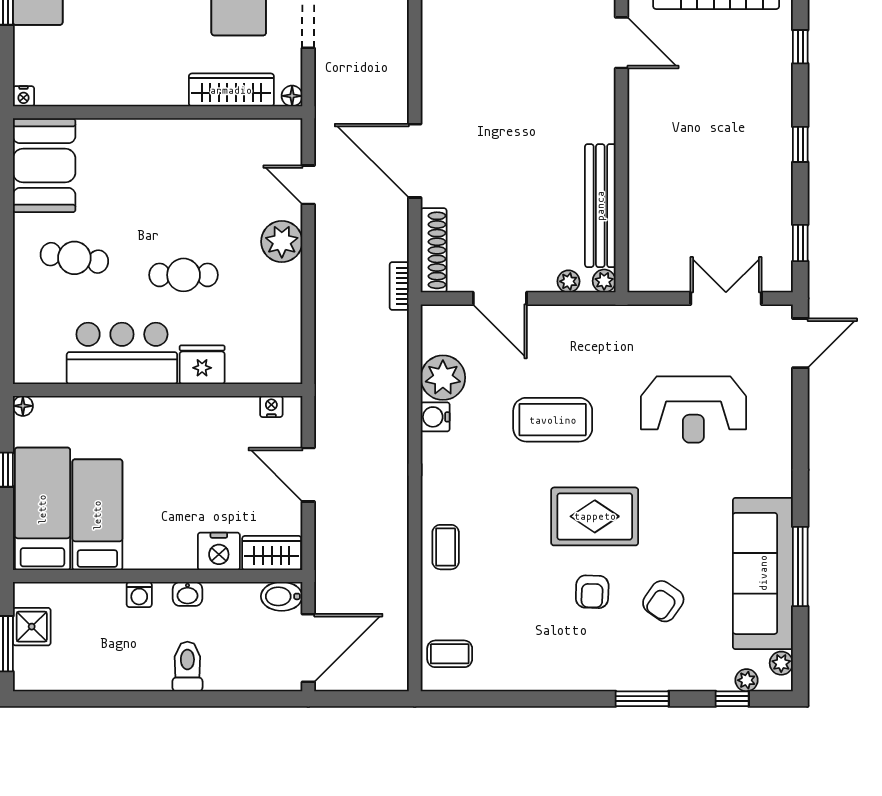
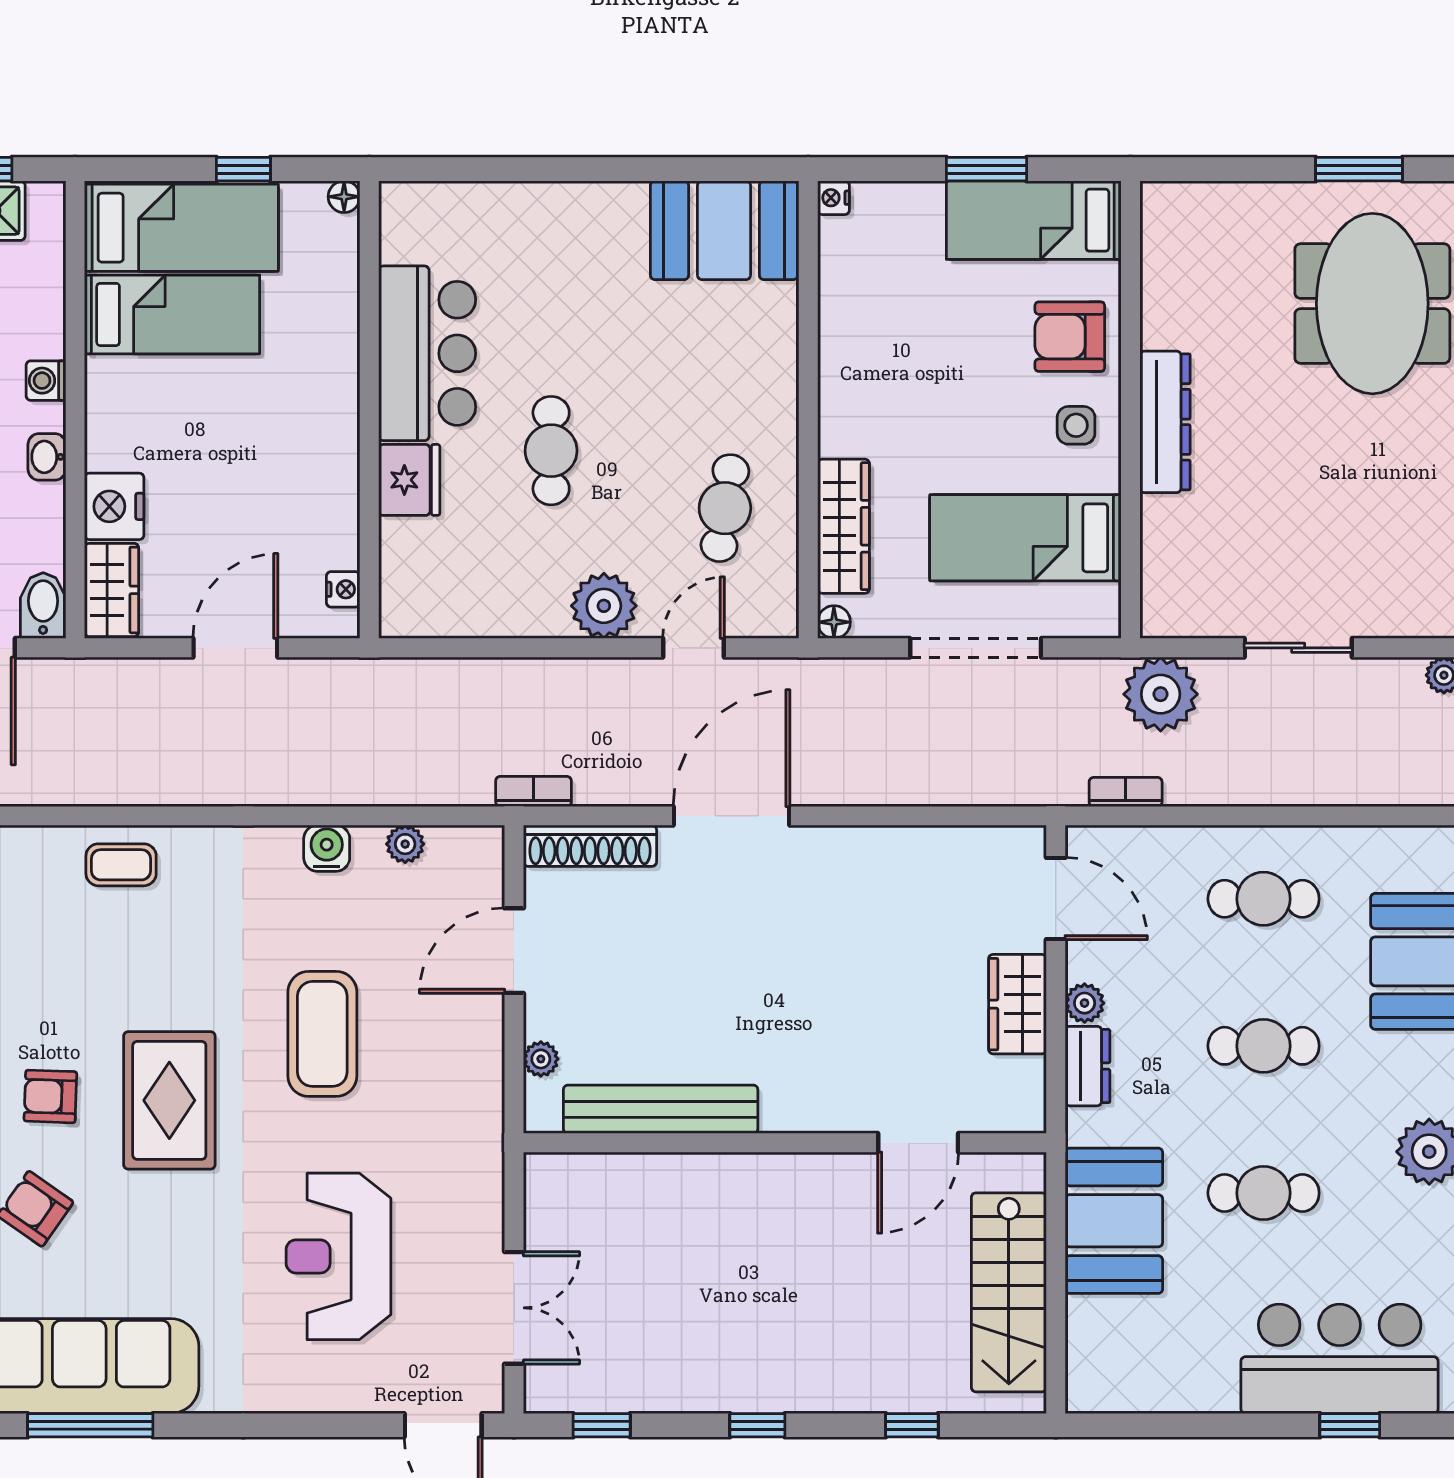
cafe table: (74, 258) -> (725, 508), moved
plant: (604, 281) -> (542, 1115), removed
plant: (443, 378) -> (405, 844), width x0.53, depth x0.53

